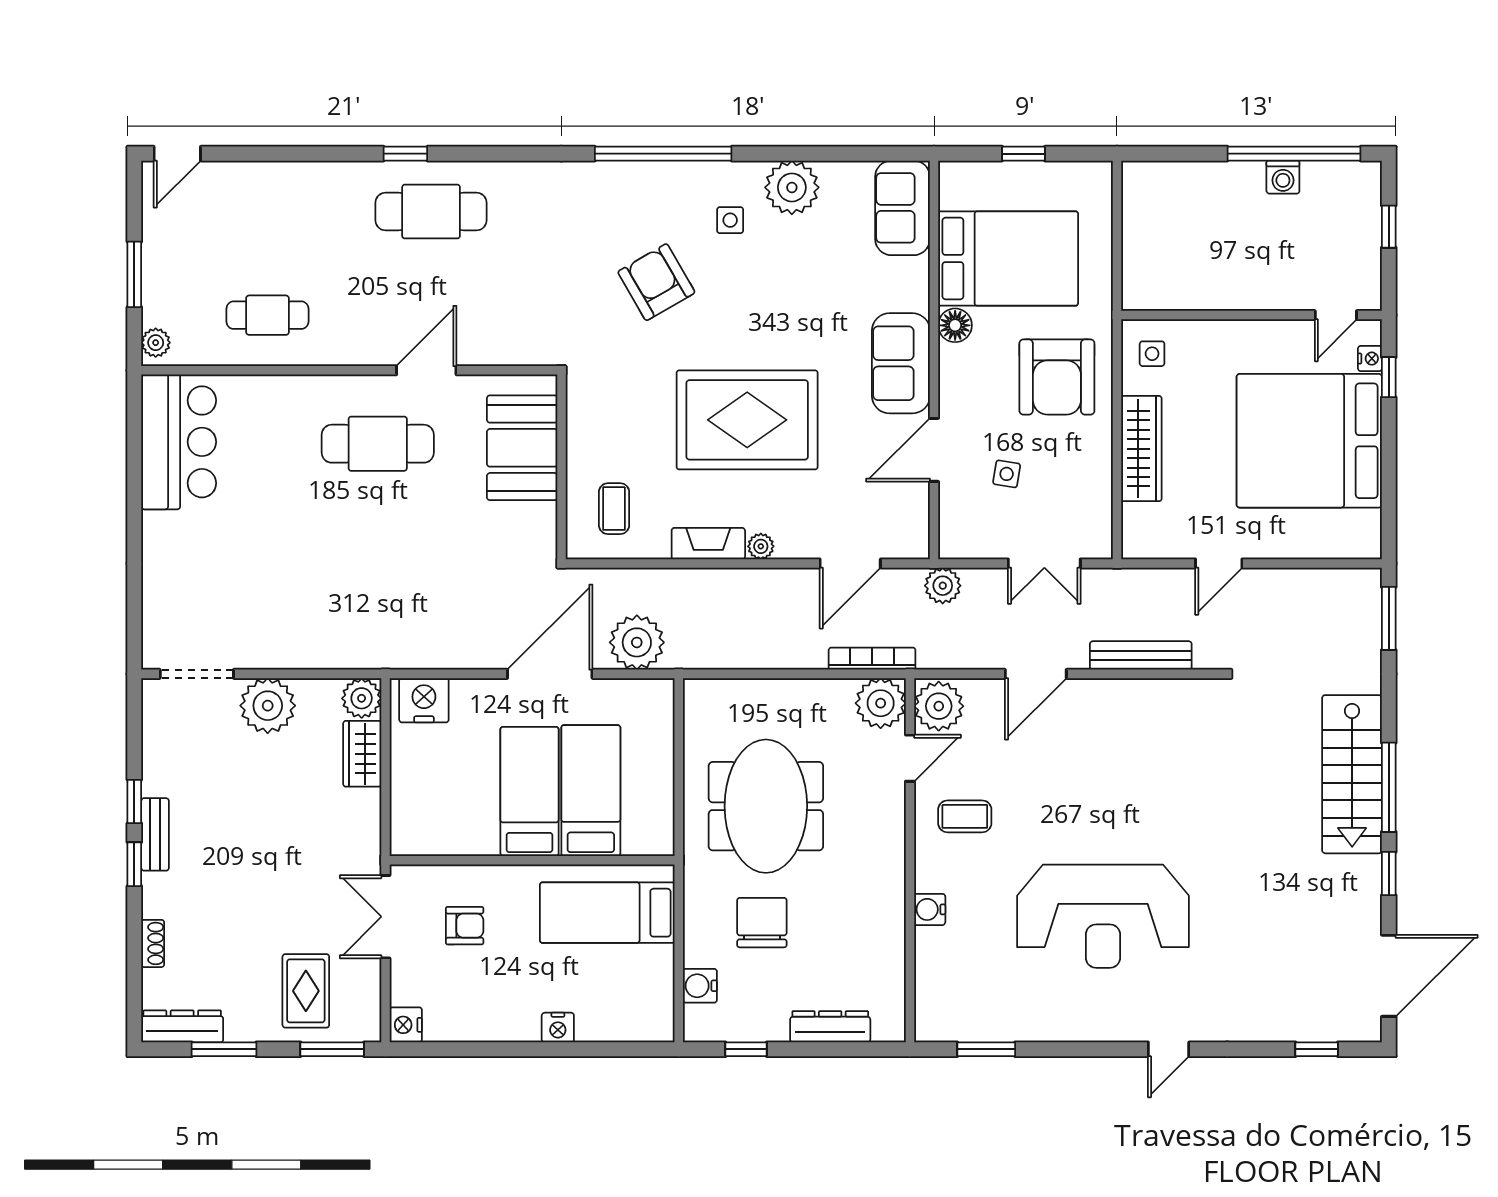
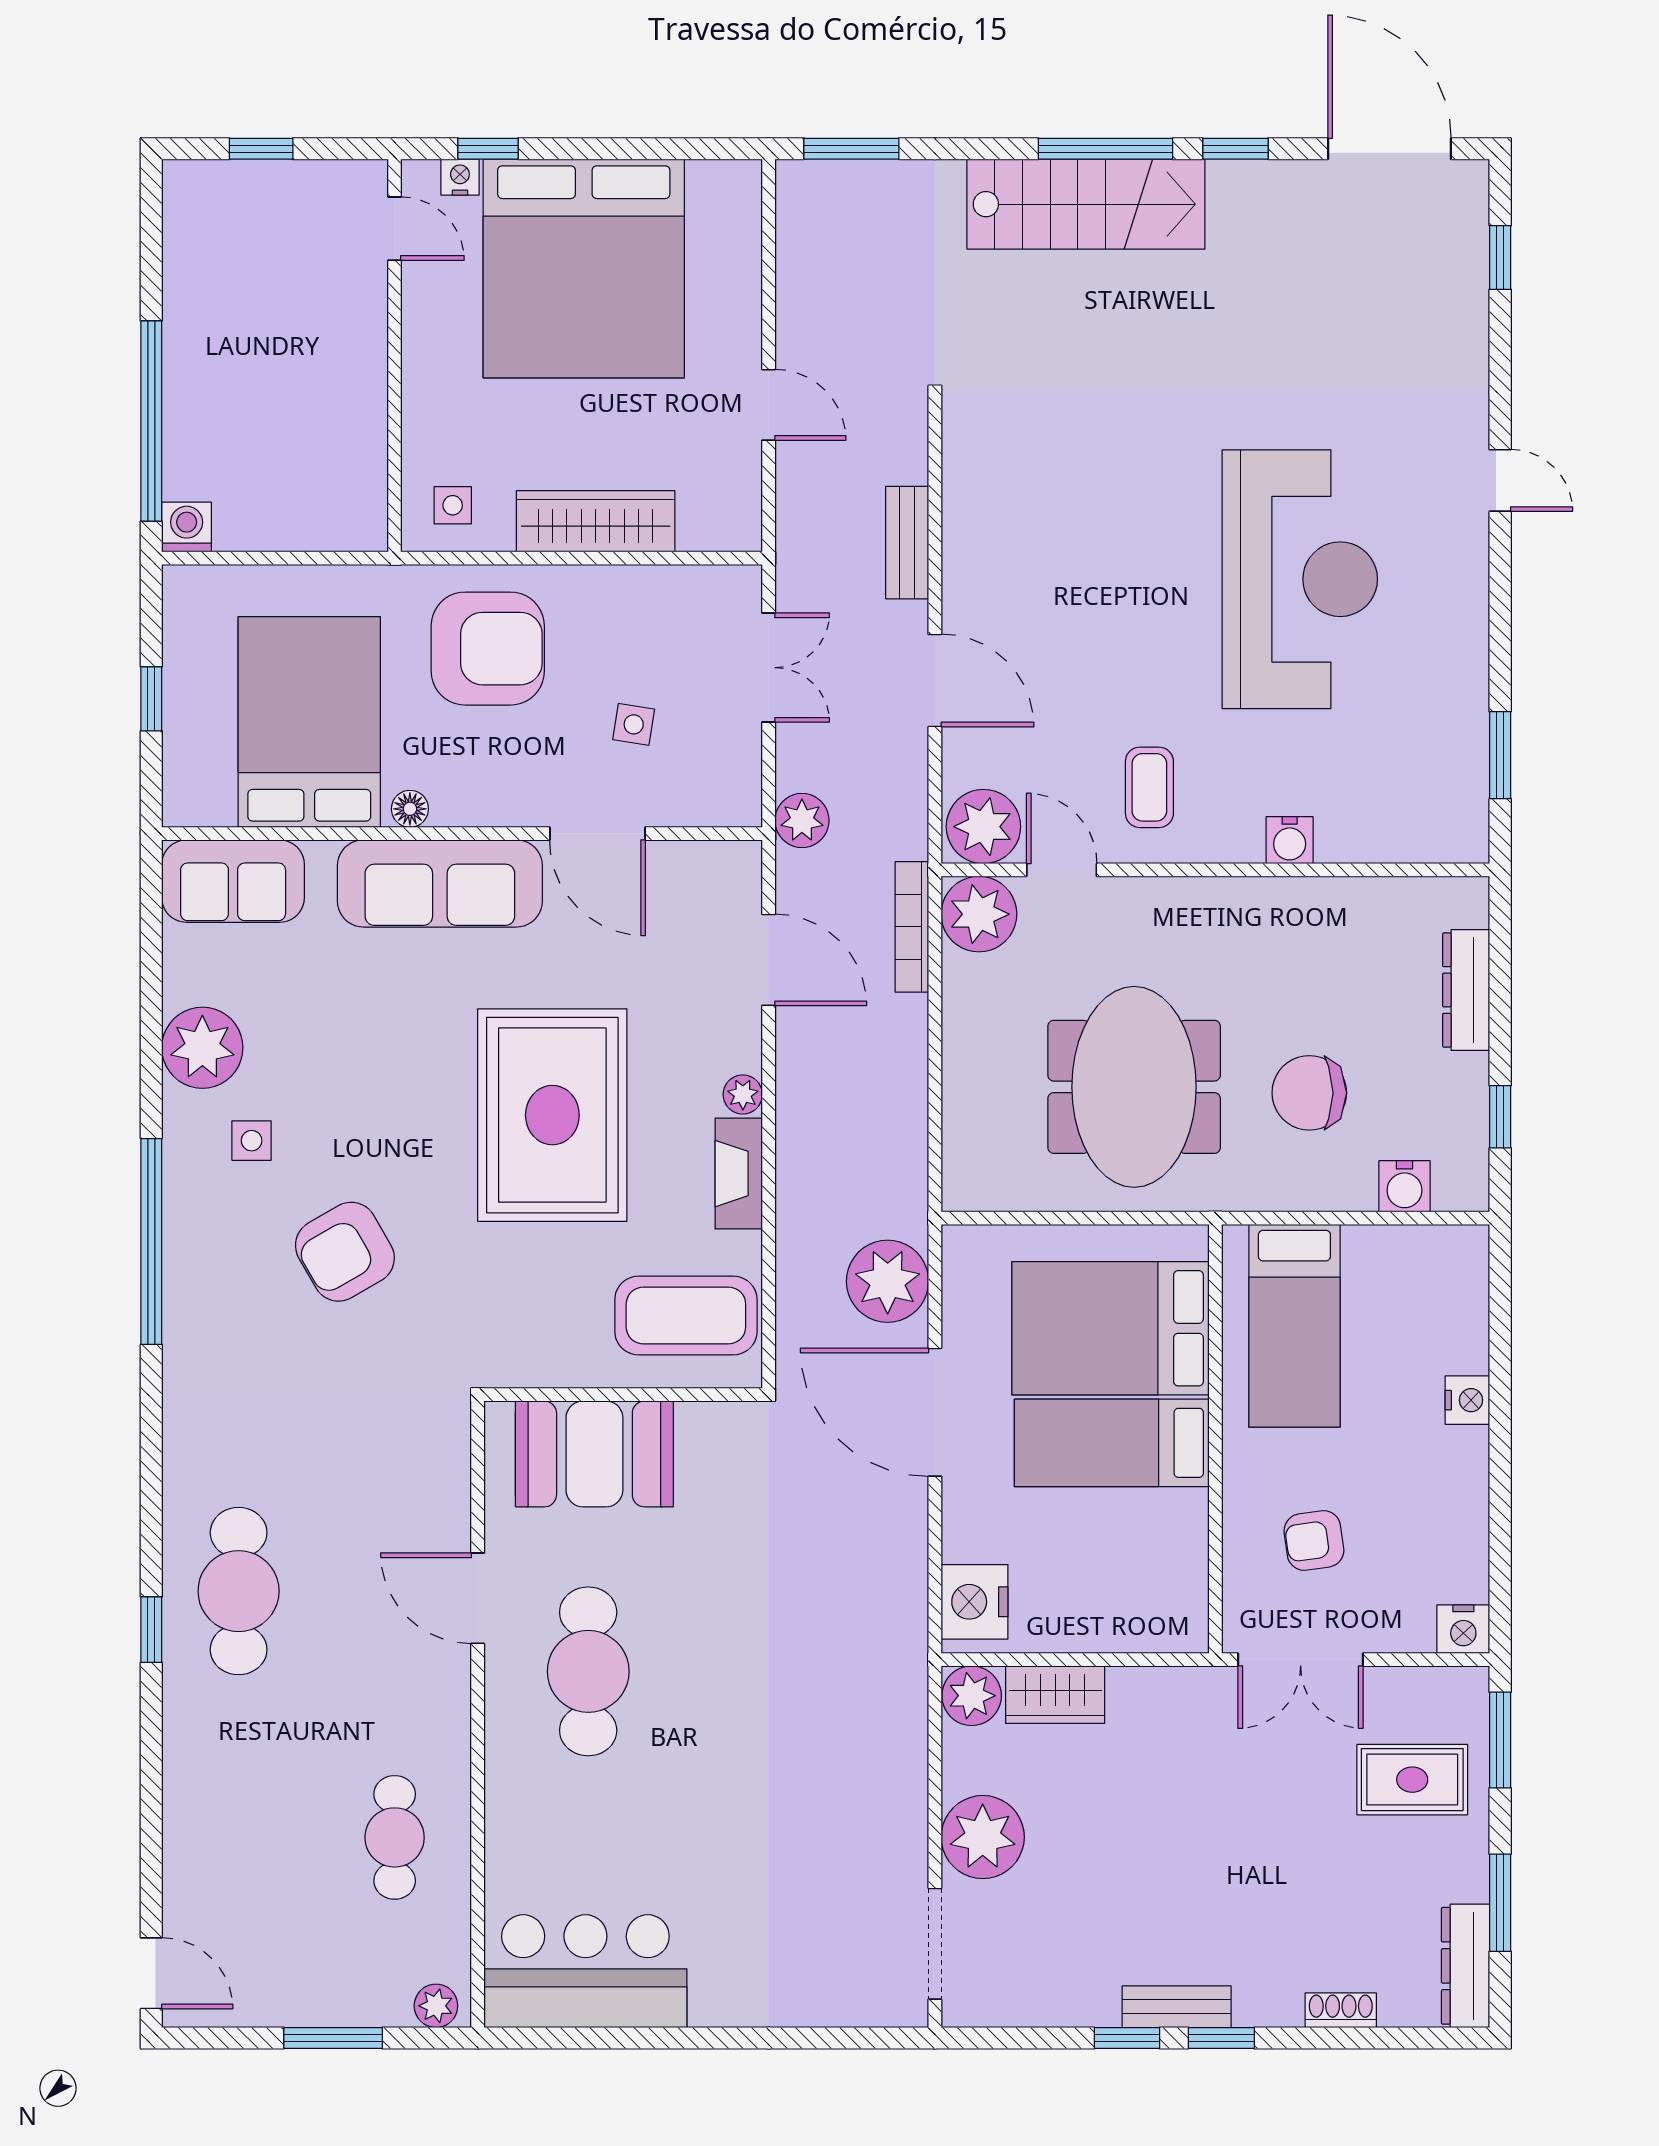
window: (1294, 154) -> (151, 421), moved
washing machine: (1283, 177) -> (187, 527), moved, turned -90
floor lamp: (955, 325) -> (410, 809), width x0.73, depth x0.73
sofa: (901, 363) -> (440, 883), width x1.36
coffee table: (614, 509) -> (686, 1315), width x1.86, depth x1.72
bench: (1141, 655) -> (907, 543), width x0.73
bed: (591, 791) -> (1111, 1328), width x1.50
meeting table: (766, 806) -> (1134, 1087), turned 90
armchair: (465, 926) -> (1314, 1540), turned -98

